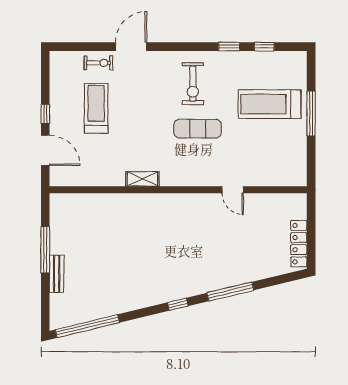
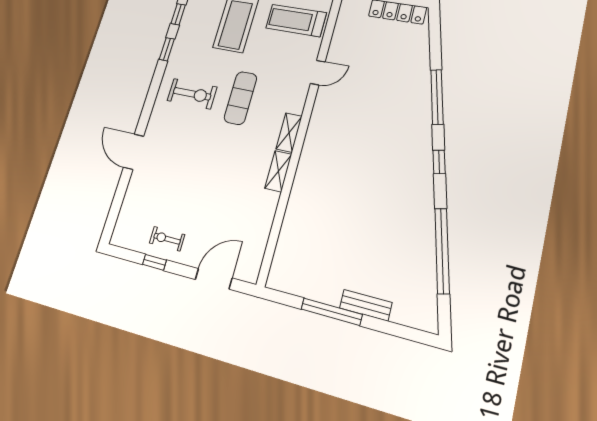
exercise bike: (98, 63) -> (167, 239), moved, turned -90
treadmill: (96, 108) -> (296, 20), moved
window: (45, 114) -> (154, 262), moved
shelving: (176, 179) -> (289, 133), added
window: (87, 326) -> (442, 251), moved

